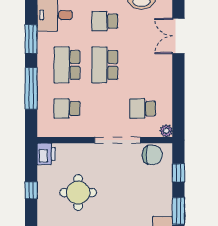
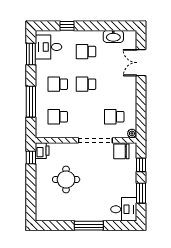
window: (31, 39) -> (31, 54), moved
school desk: (67, 65) -> (58, 84), width x0.54
school desk: (105, 65) -> (86, 84), width x0.54
chair: (152, 155) -> (121, 151), turned 180
window: (31, 190) -> (31, 158), moved

